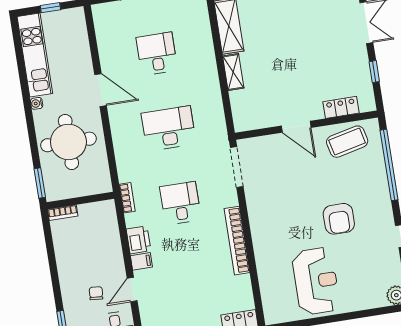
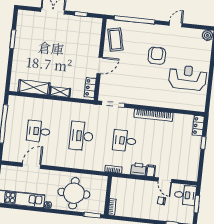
door: (101, 90) -> (31, 166), moved
locker: (341, 107) -> (90, 88), moved
armchair: (339, 219) -> (157, 56), turned -90

